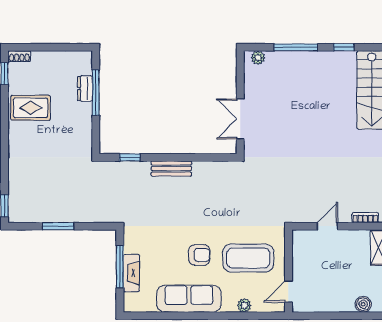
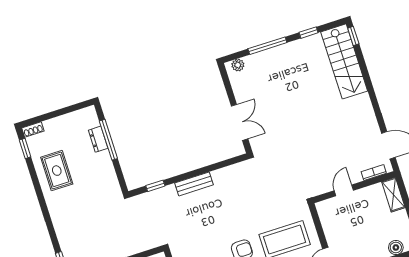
rug: (31, 108) -> (57, 171), turned 90
double door: (240, 119) -> (240, 122), swing flipped

